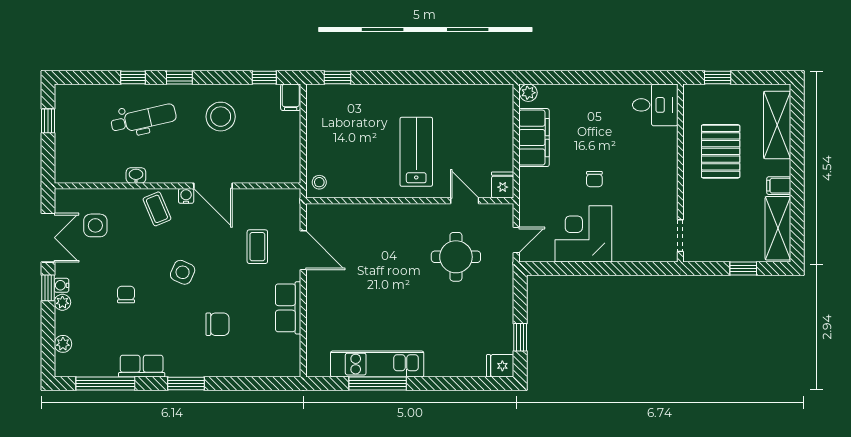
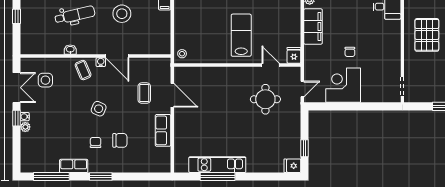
chair: (126, 295) -> (96, 142), moved
plant: (63, 344) -> (26, 152), removed

